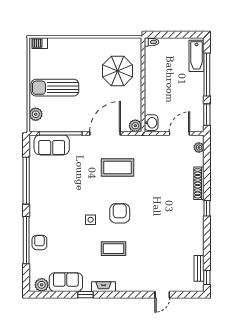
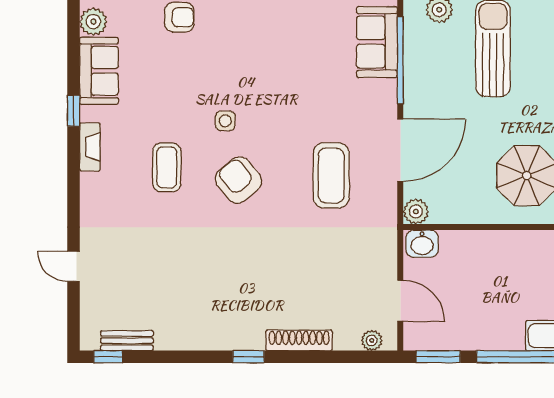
door: (105, 133) -> (400, 150), hinge flipped
armchair: (120, 213) -> (238, 180), turned -129

